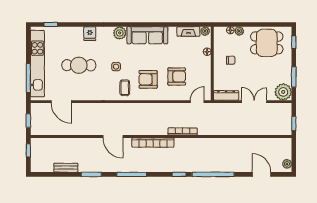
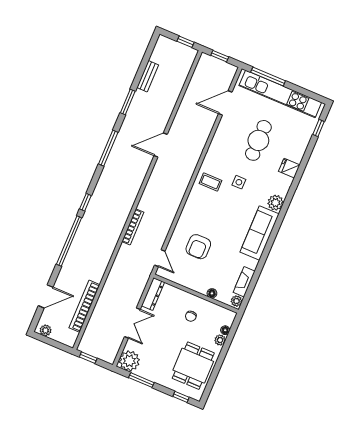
armchair: (148, 79) -> (209, 213), removed
bookcase: (153, 143) -> (84, 306), moved

